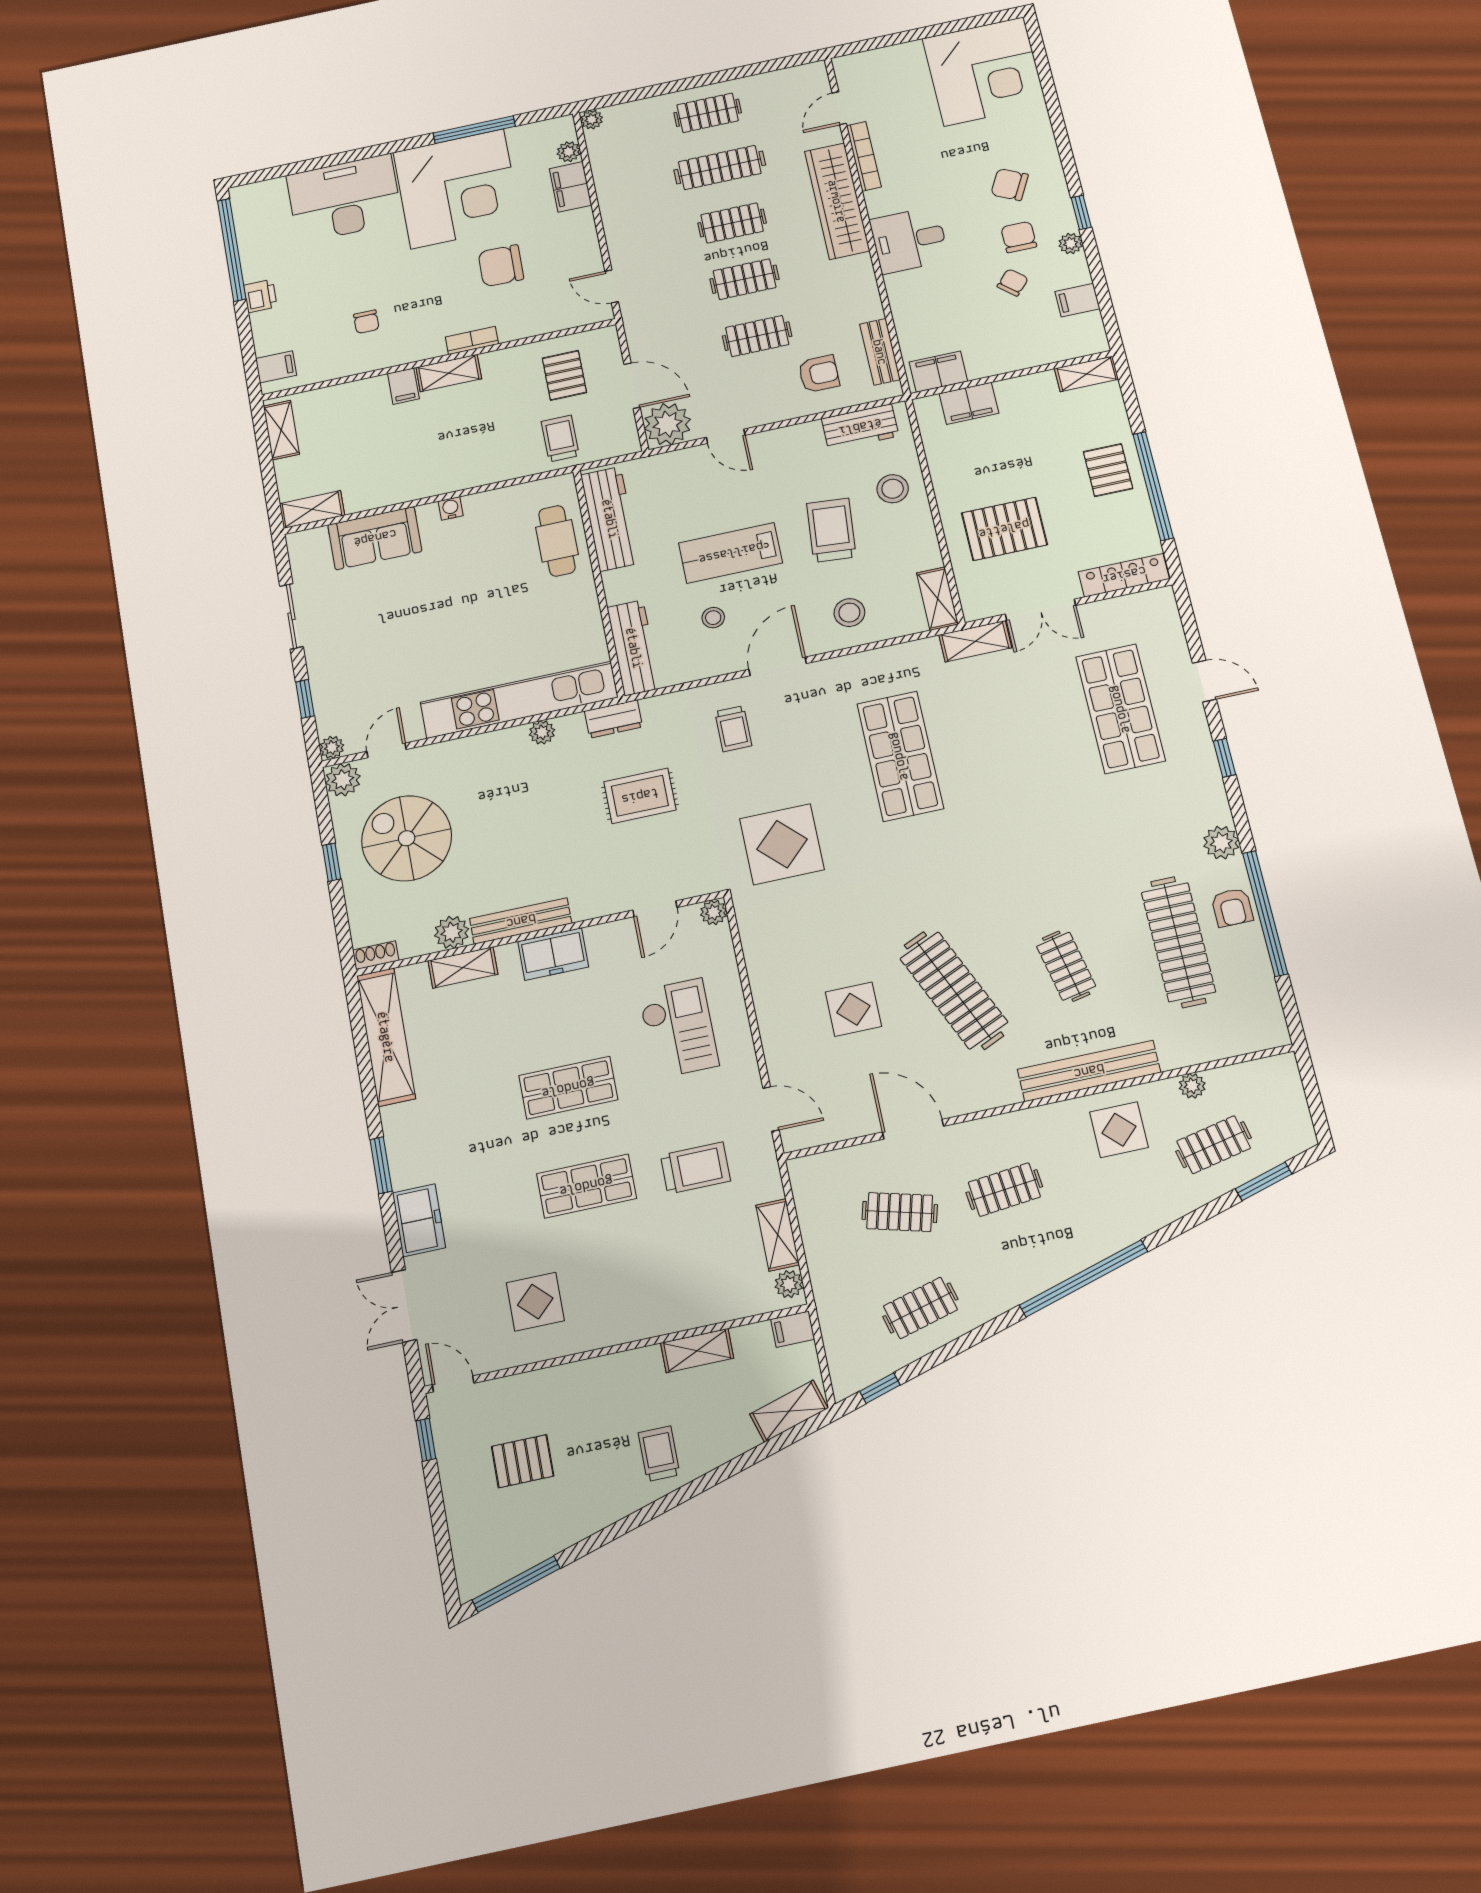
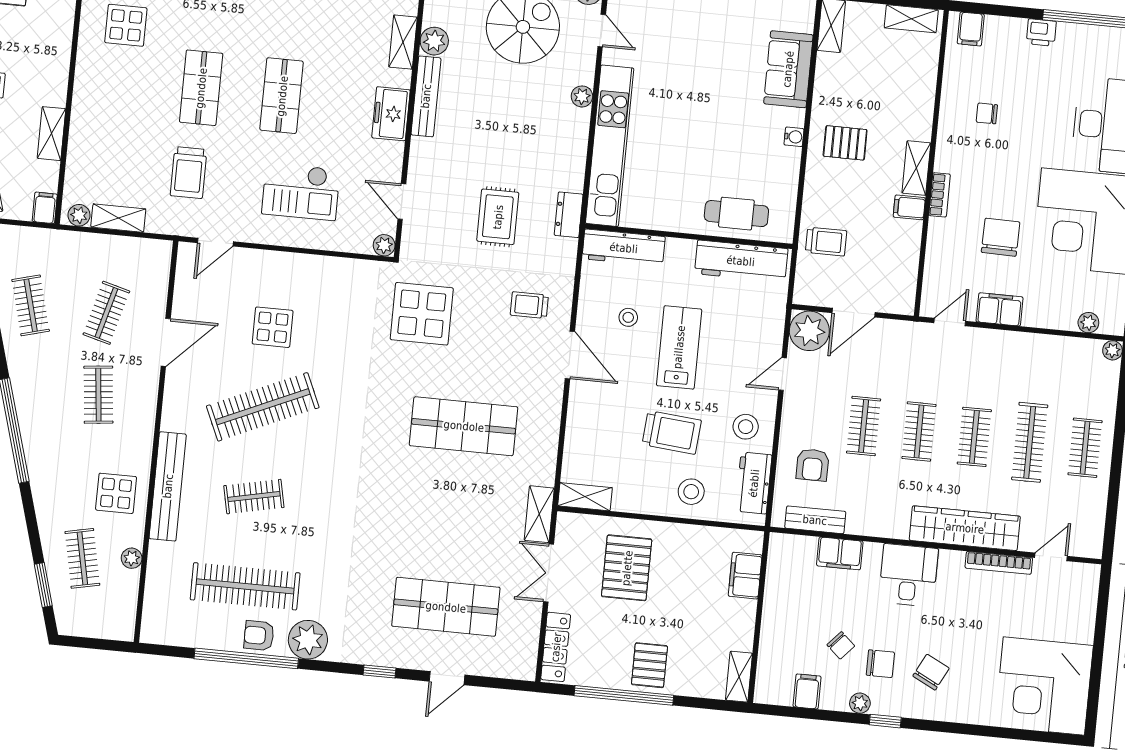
door: (839, 108) -> (1051, 557), hinge flipped
filing cabinet: (571, 187) -> (1000, 309), moved
filing cabinet: (938, 372) -> (840, 553), moved, turned 90
pallet: (564, 375) -> (845, 143), moved
filing cabinet: (403, 386) -> (909, 207), moved
pallet: (1108, 470) -> (649, 665), turned 90
stool: (849, 613) -> (746, 427), moved
plant: (542, 732) -> (582, 96), moved
plant: (1221, 843) -> (308, 640), width x1.36, depth x1.36

